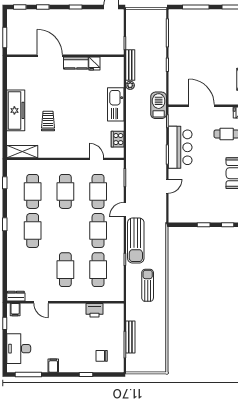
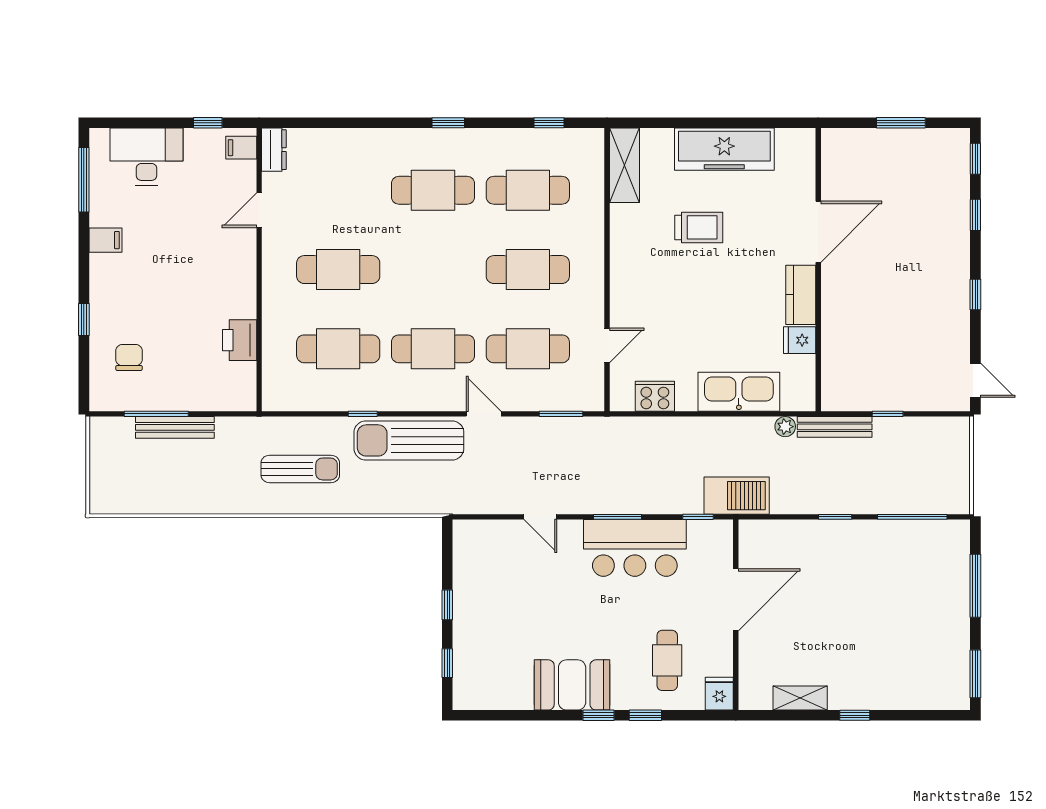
door: (50, 56) -> (818, 232), moved
wall: (65, 56) -> (818, 270), moved
kitchen counter: (76, 63) -> (801, 295), moved
fridge: (94, 63) -> (800, 340), moved

